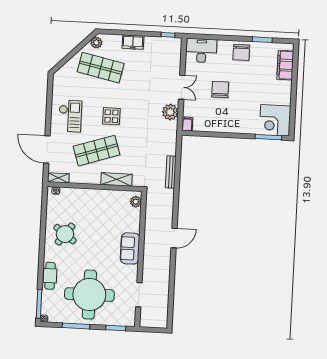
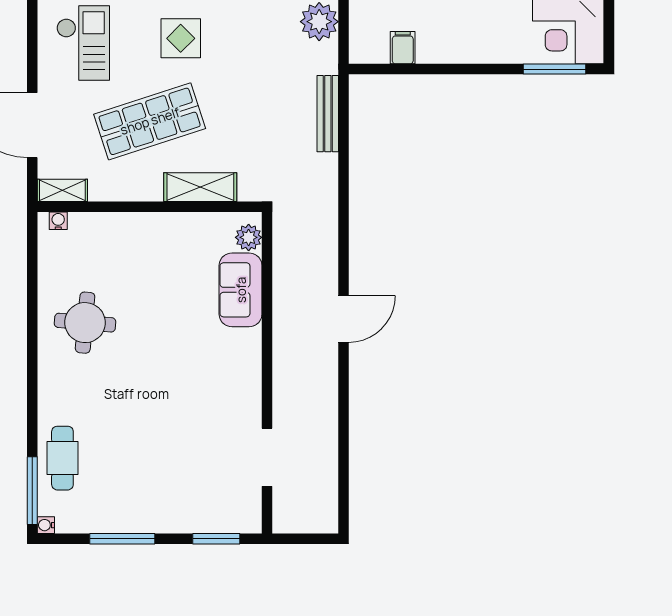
filing cabinet: (187, 124) -> (403, 48), moved
bench: (171, 172) -> (328, 114), moved
round table: (65, 234) -> (85, 323), turned -32
sofa: (130, 248) -> (241, 290), moved
cafe table: (50, 276) -> (62, 458), moved
round table: (89, 295) -> (150, 463), removed

